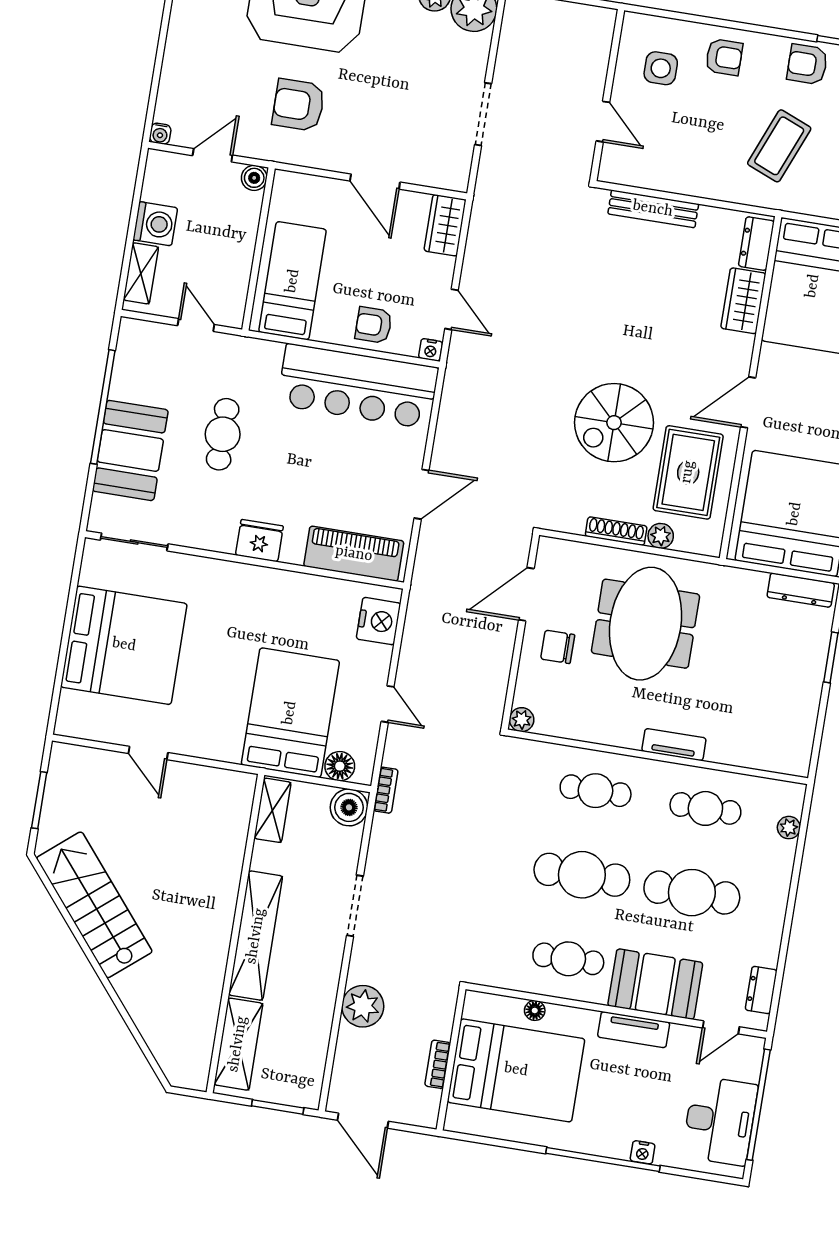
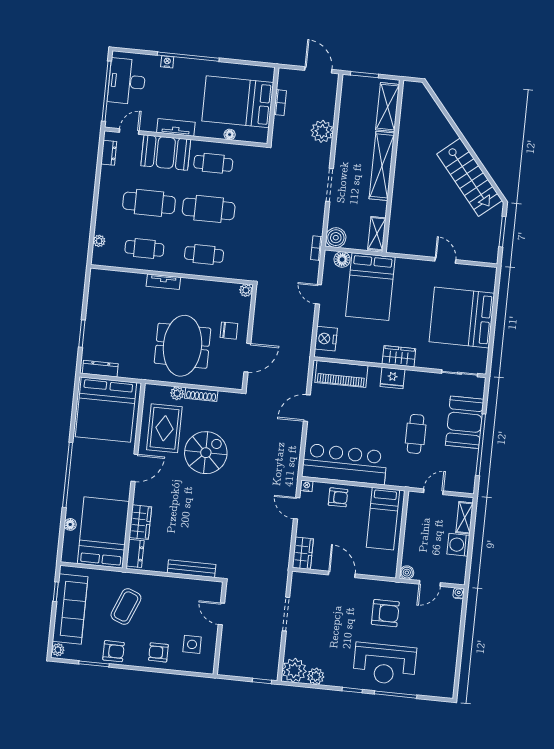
door: (196, 325) -> (433, 492), swing flipped
wardrobe: (245, 580) -> (399, 356), added

